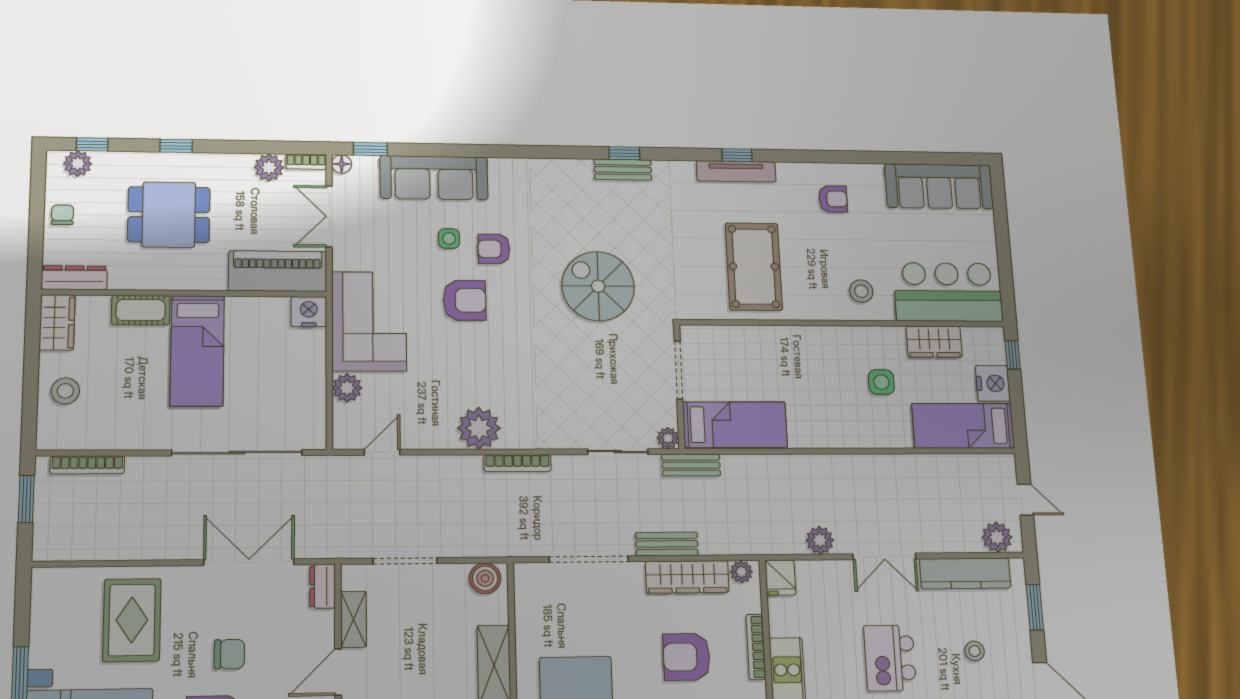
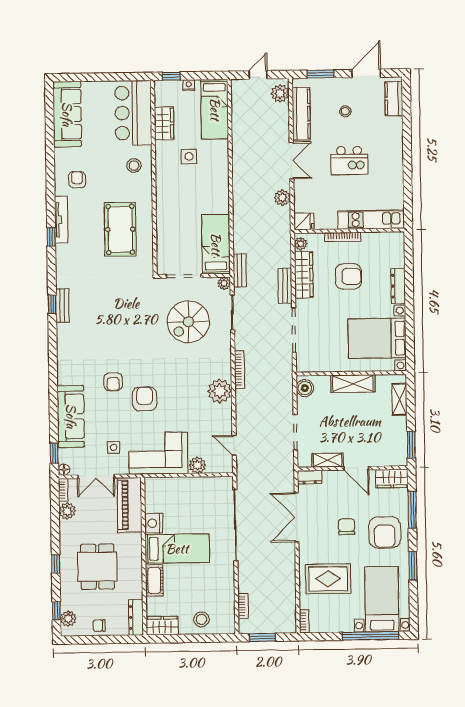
tv unit: (736, 171) -> (61, 220), moved
side table: (449, 239) -> (114, 447), moved
pool table: (754, 266) -> (120, 229), turned 90
spiral stairs: (598, 286) -> (188, 322), moved
nightstand: (309, 312) -> (154, 523), moved
nightstand: (993, 383) -> (189, 85), width x0.53, depth x0.56
bookcase: (87, 465) -> (243, 606), width x0.64
bookcase: (53, 576) -> (304, 621), added
armchair: (687, 657) -> (348, 276), turned -90

